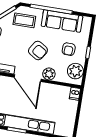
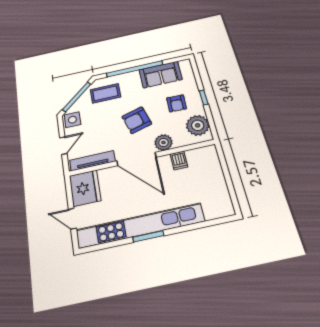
sofa: (62, 21) -> (161, 75), width x0.73
armchair: (38, 50) -> (137, 120), turned 132
dishwasher: (75, 94) -> (179, 160), moved

